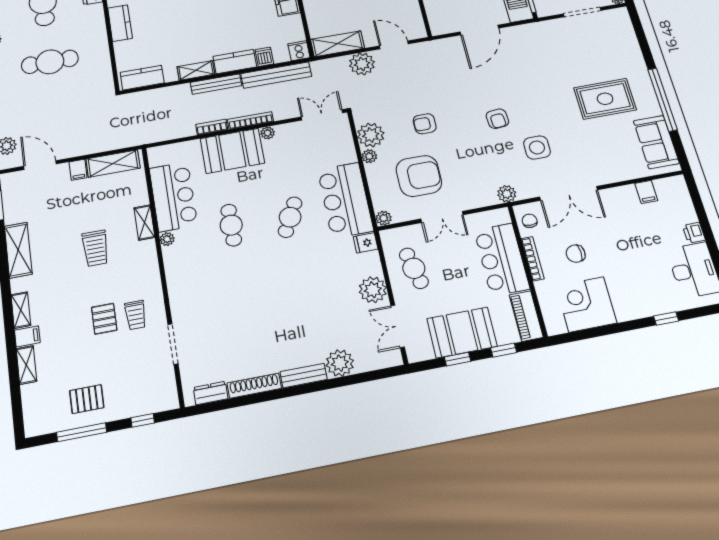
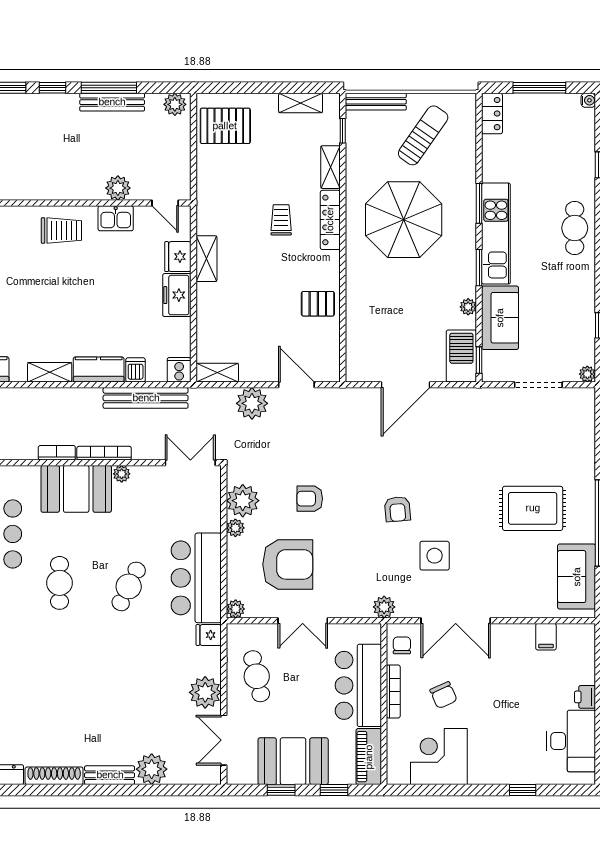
shelving: (337, 44) -> (217, 373), width x0.67, depth x0.75
bench: (216, 84) -> (71, 396), removed
chair: (576, 254) -> (444, 695), turned -111

